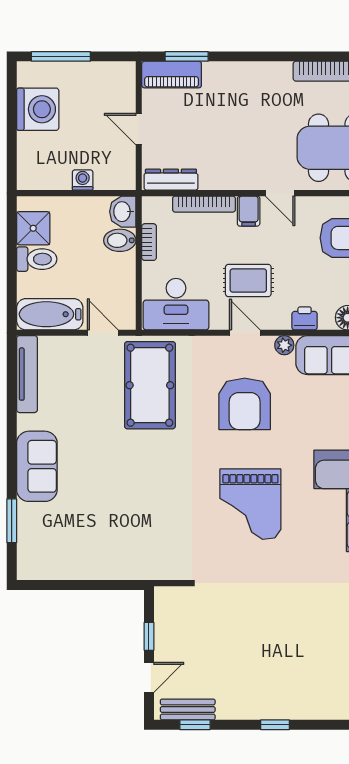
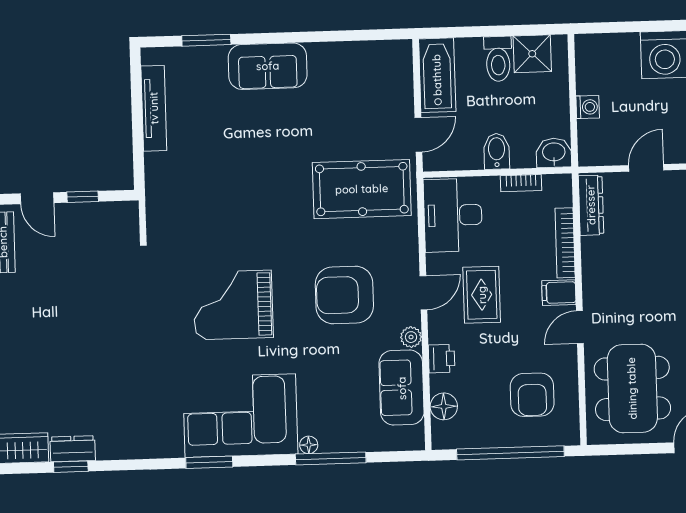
bidet: (120, 240) -> (497, 151), moved
tv unit: (27, 374) -> (154, 108), moved, turned -90

